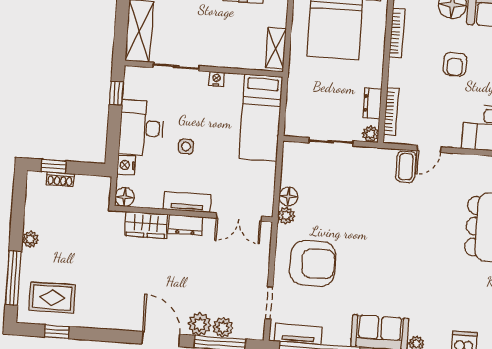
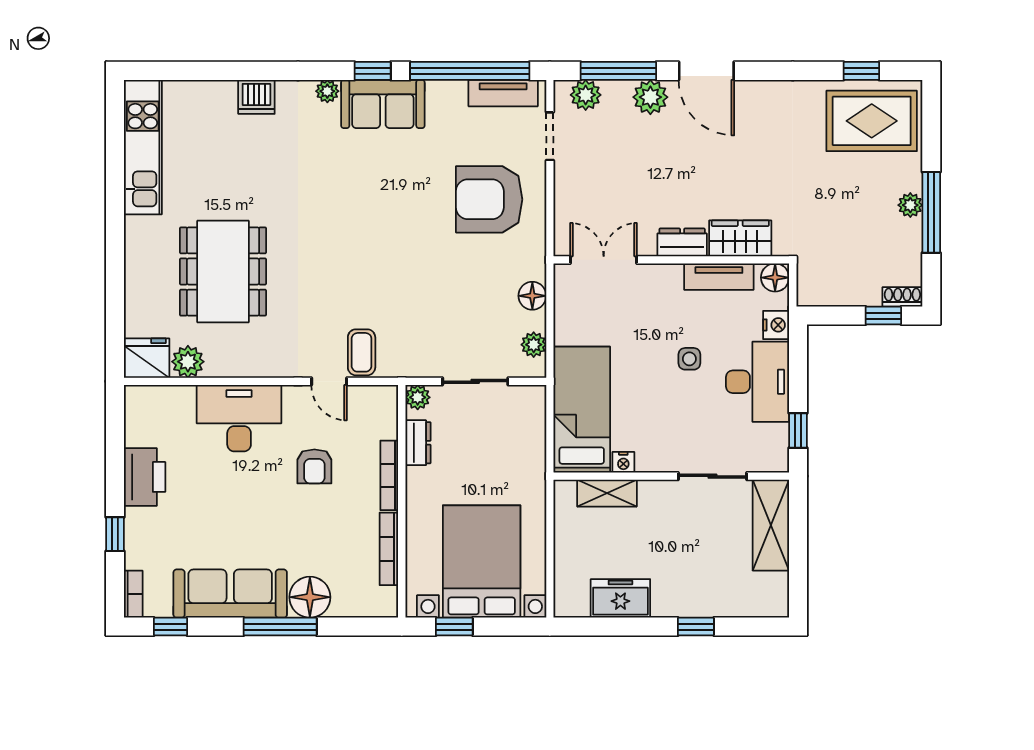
shelving: (276, 48) -> (607, 493), moved, turned 90
armchair: (455, 64) -> (314, 466), moved, turned 180
nightstand: (216, 79) -> (623, 462), moved
bookcase: (391, 112) -> (389, 475), moved
door: (429, 149) -> (329, 381), swing flipped
shoe rack: (60, 179) -> (902, 297), moved
tv unit: (187, 202) -> (719, 277), moved
plant: (286, 216) -> (534, 345), moved
window: (13, 278) -> (931, 212), moved
rug: (52, 298) -> (872, 121), width x1.36, depth x1.43
plant: (223, 327) -> (586, 95), moved

